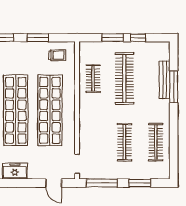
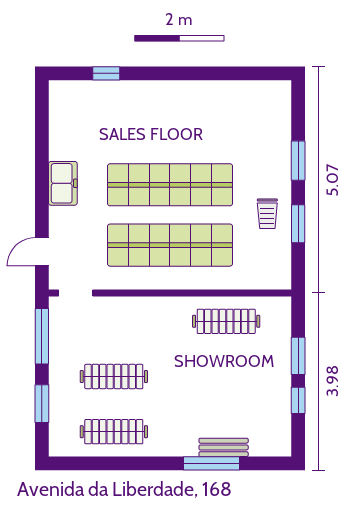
trolley: (57, 55) -> (267, 214), moved
clothes rail: (93, 78) -> (226, 321), width x1.36
clothes rail: (124, 78) -> (226, 376), removed
bench: (165, 80) -> (224, 447), width x0.73

